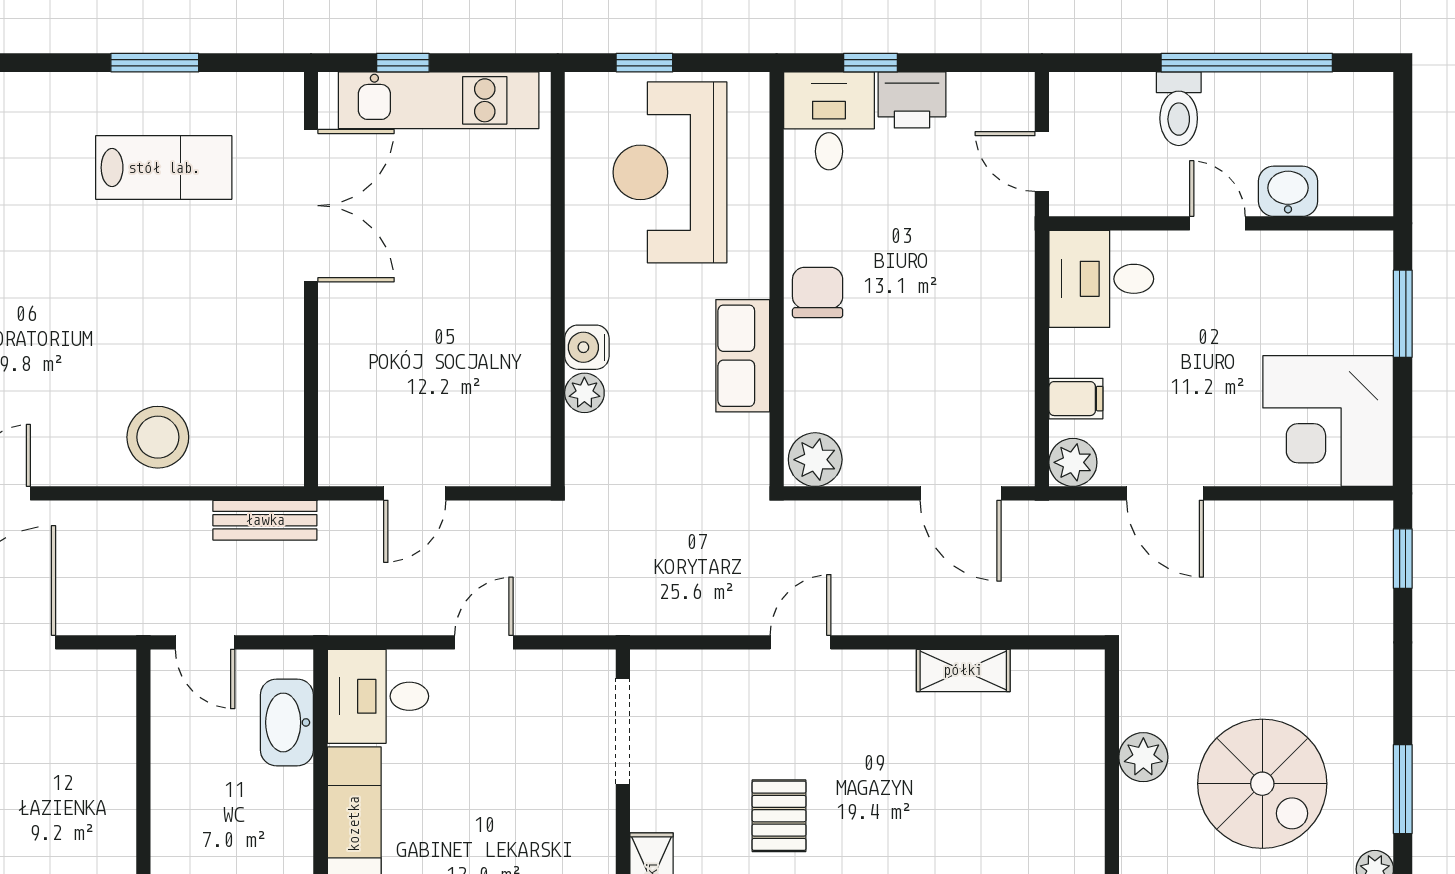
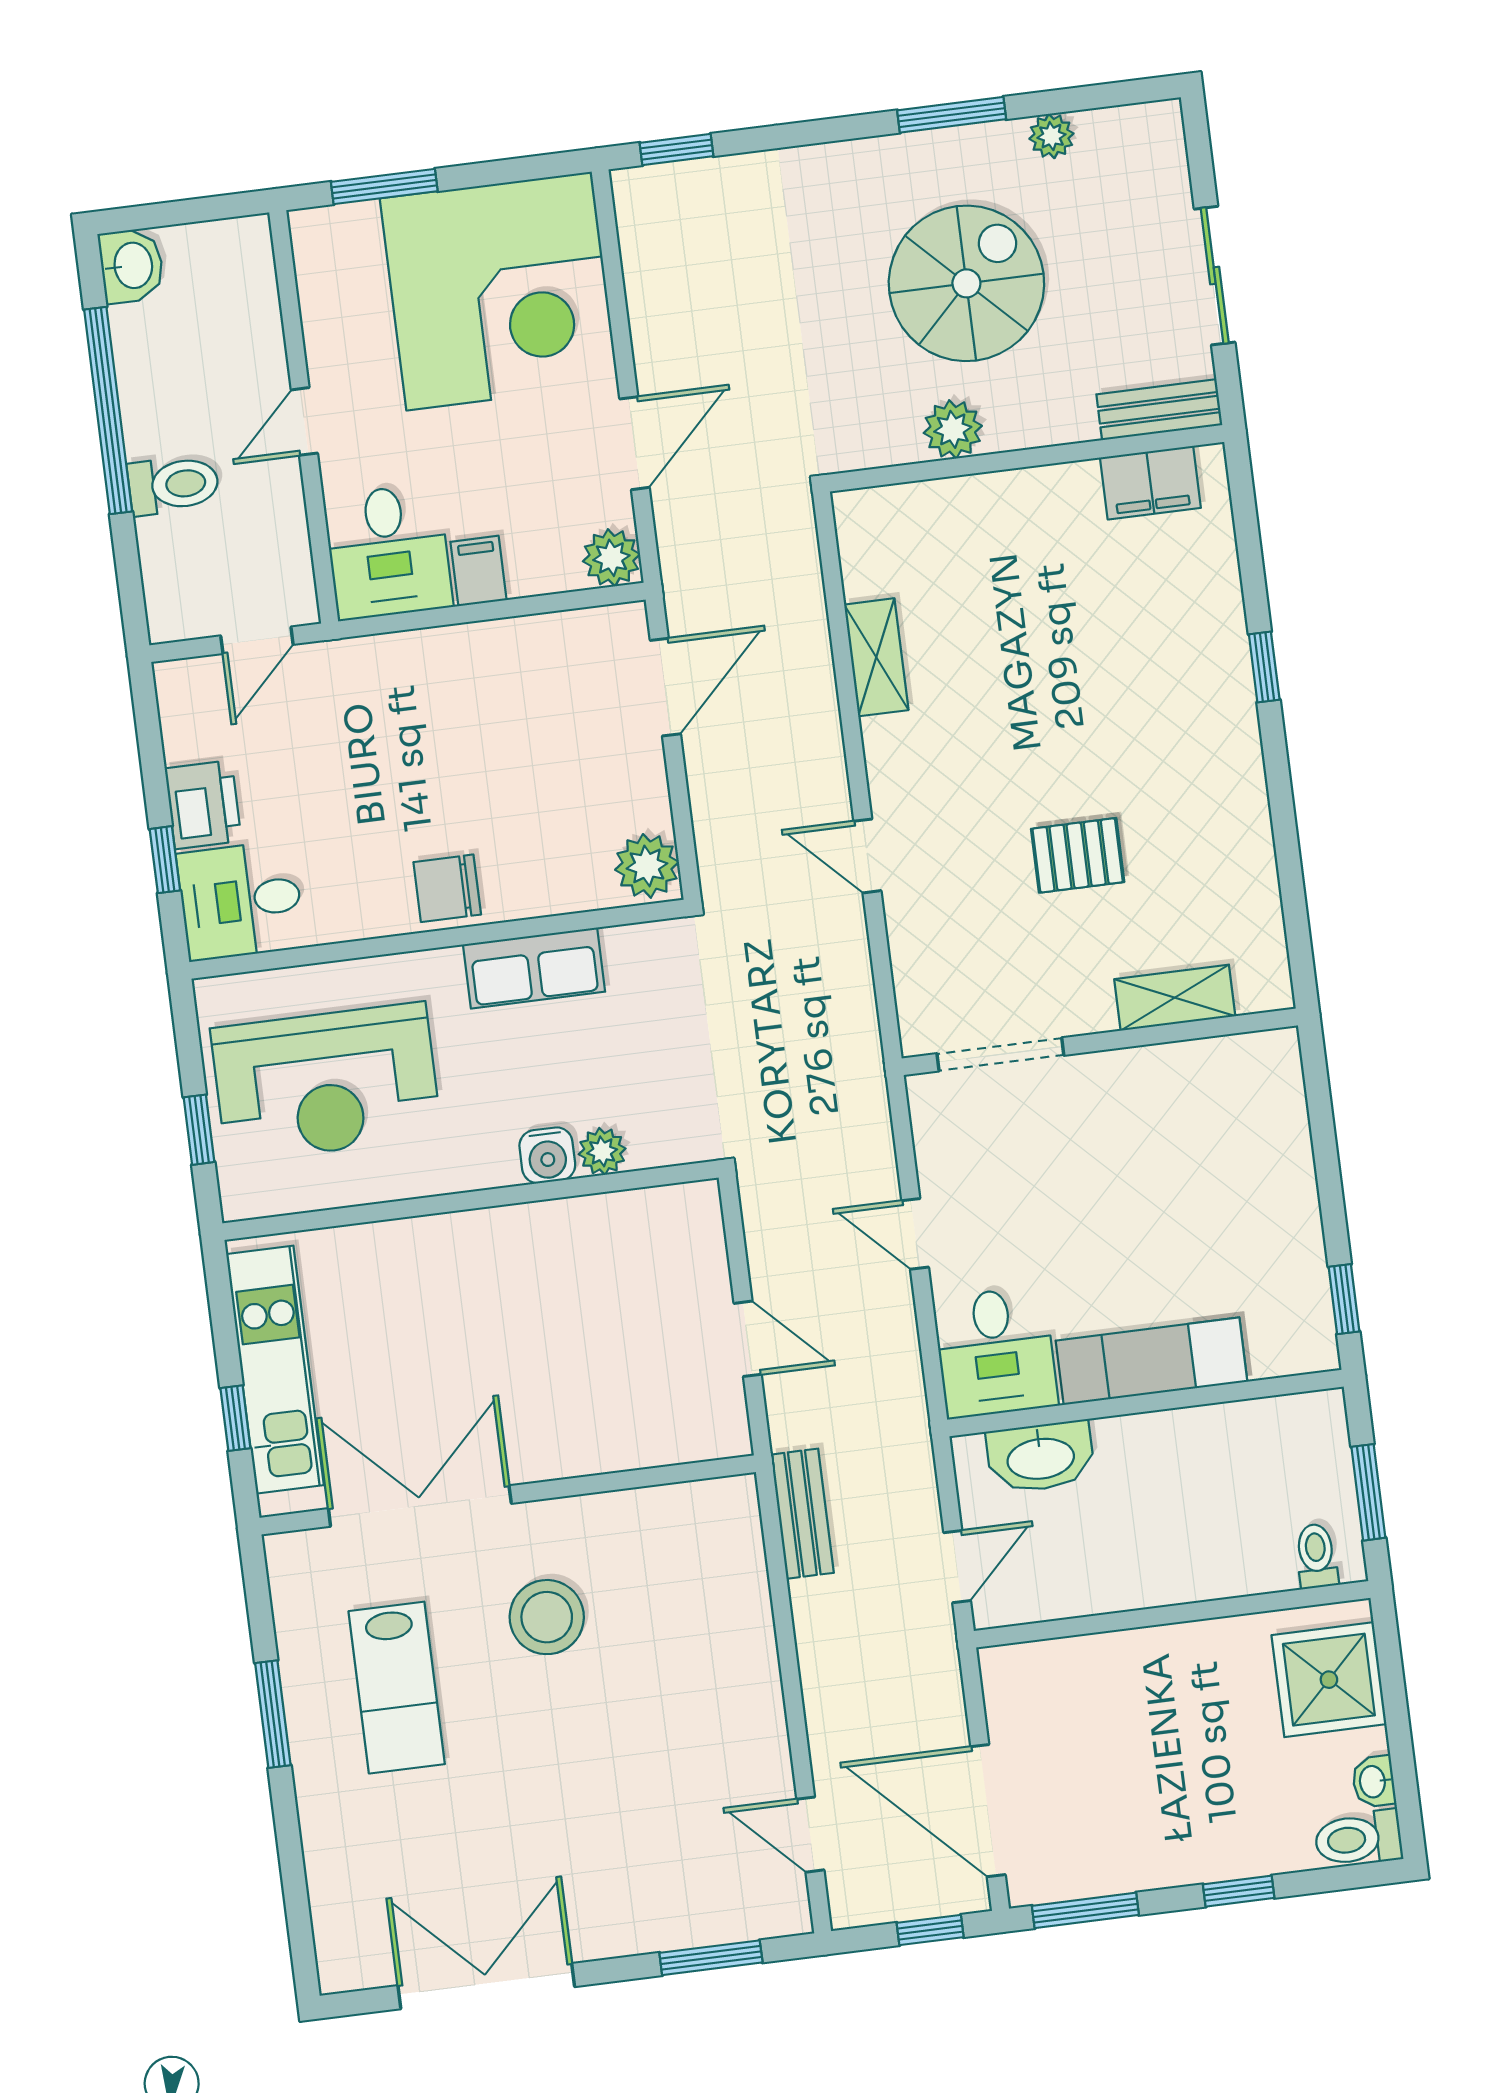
lab bench: (164, 168) -> (397, 1688), turned 180
washbasin: (1288, 191) -> (131, 266), moved, turned 180
filing cabinet: (1076, 399) -> (478, 571), moved
corner desk: (1328, 421) -> (499, 291), width x1.36, depth x1.36
stool: (158, 437) -> (547, 1617), moved

